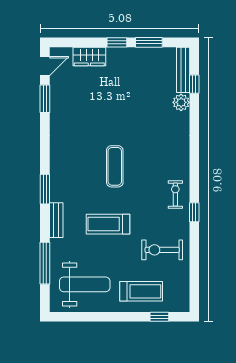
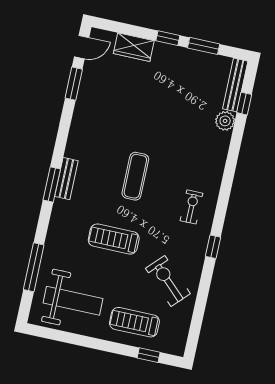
exercise bike: (175, 195) -> (192, 207), moved
bench: (56, 220) -> (66, 179), moved
exercise bike: (162, 250) -> (168, 281), turned 44
treadmill: (141, 291) -> (134, 322), turned 180

